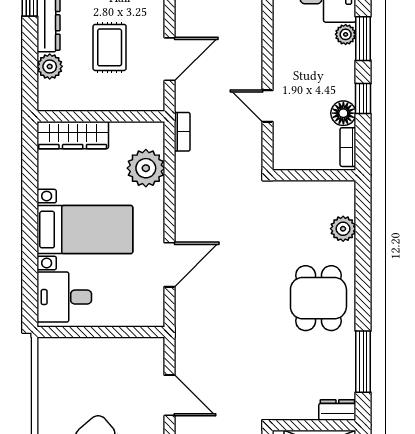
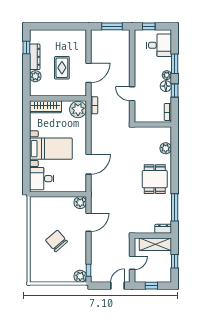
plant: (346, 34) -> (167, 75), moved
floor lamp: (343, 113) -> (166, 86), moved
plant: (146, 168) -> (78, 109), moved
plant: (151, 351) -> (80, 203), added
door: (169, 395) -> (89, 222), hinge flipped

